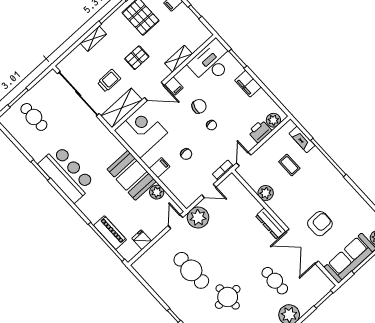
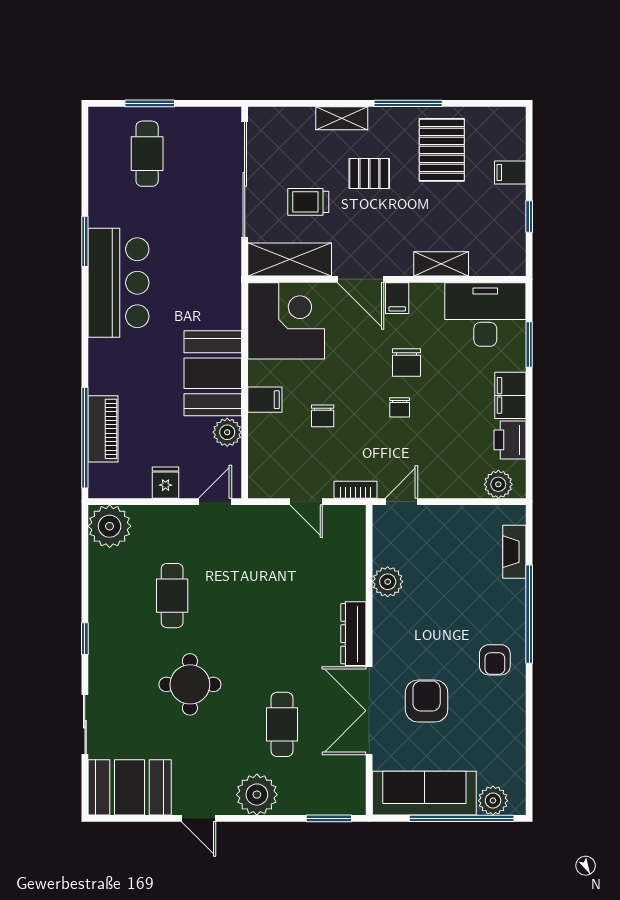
pallet: (137, 58) -> (369, 174), moved
trolley: (109, 81) -> (308, 202), turned 180
chair: (199, 106) -> (407, 362), turned 75
printer: (260, 131) -> (510, 440), moved, turned -90
coffee table: (289, 165) -> (461, 572), removed
armchair: (331, 186) -> (495, 660), added
plant: (198, 218) -> (110, 526), moved
armchair: (320, 224) -> (427, 701), turned -90
fridge: (142, 240) -> (166, 483), moved
cafe table: (191, 270) -> (172, 596), width x0.73, depth x0.74

